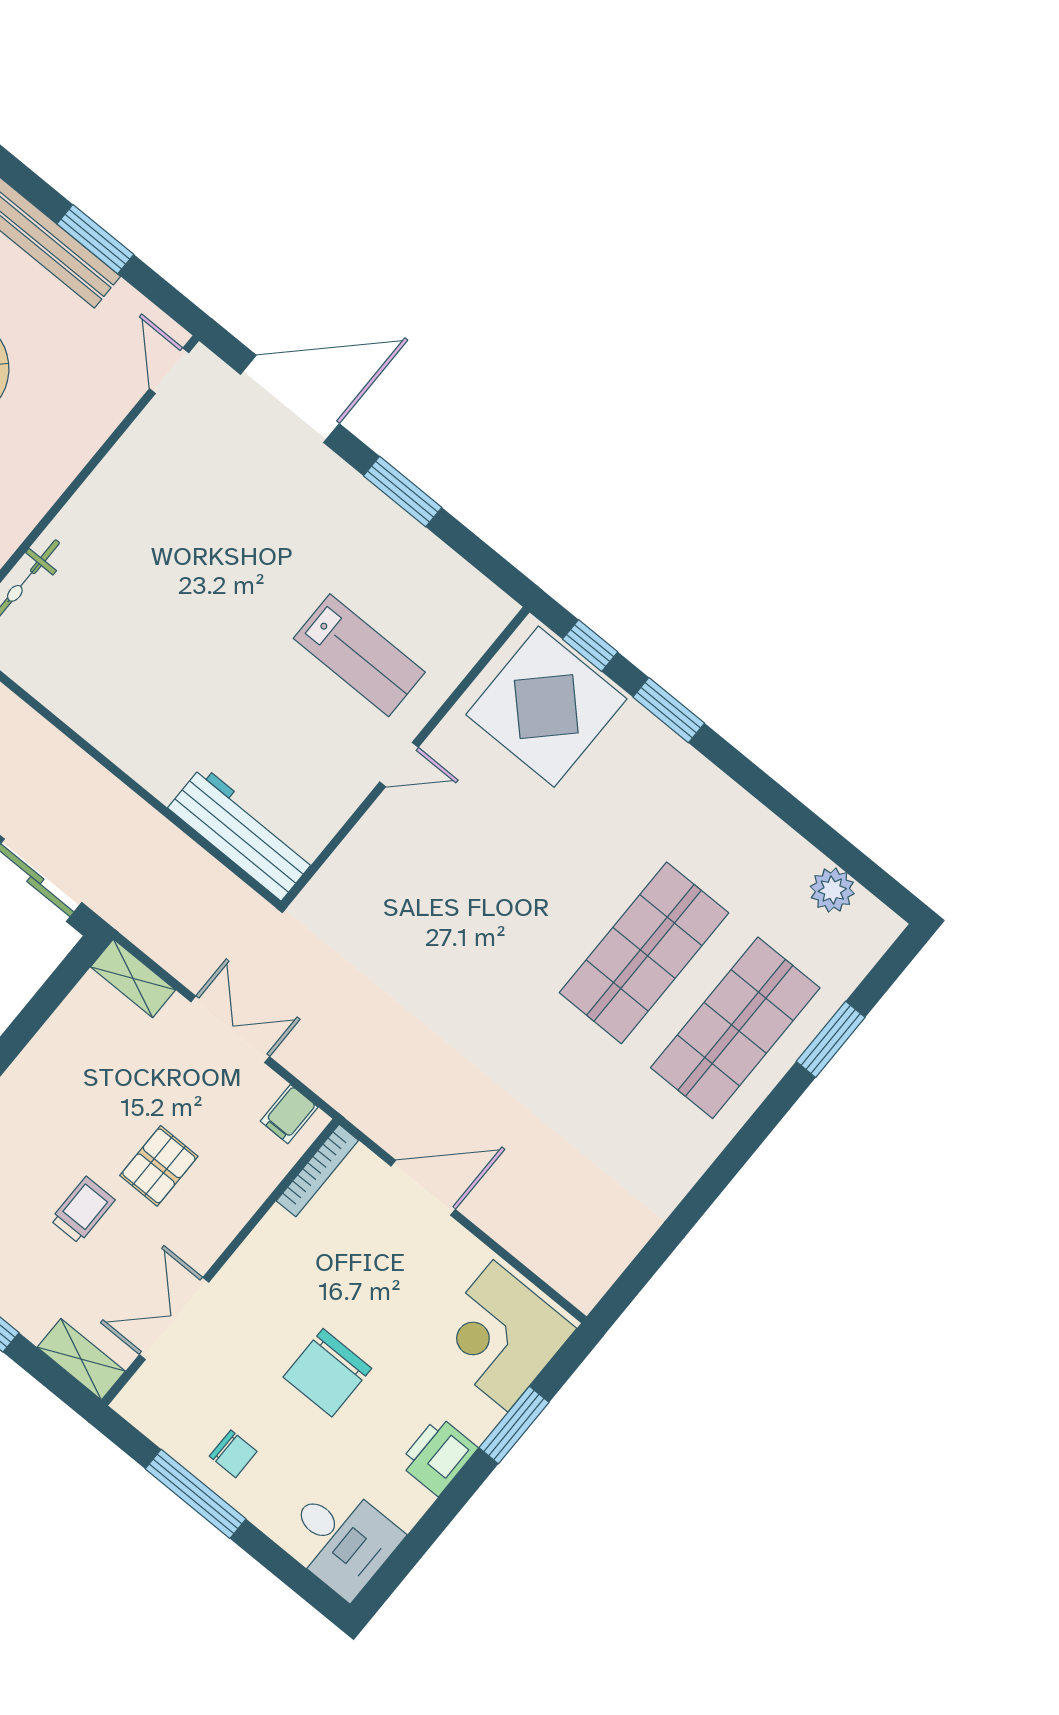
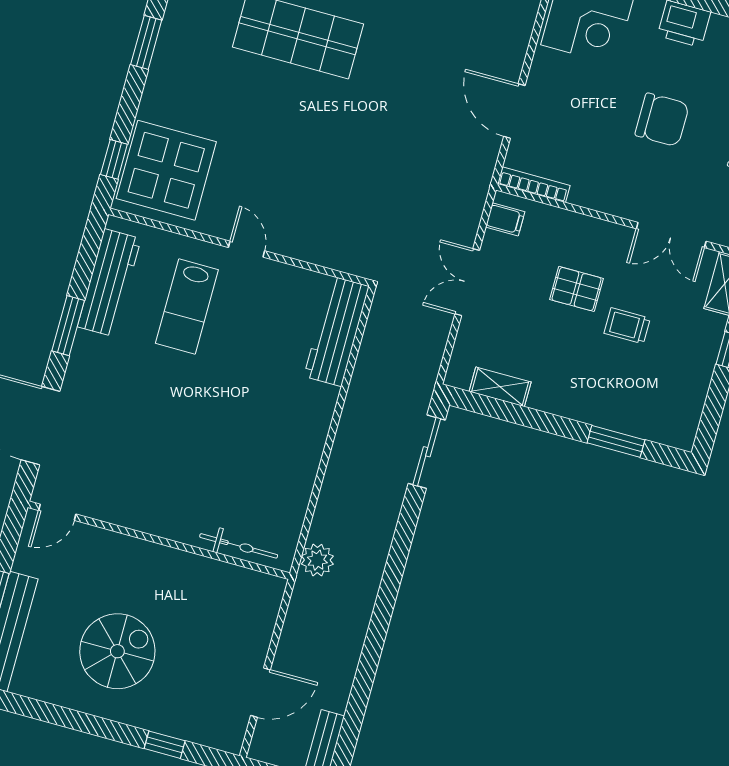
workbench: (434, 569) -> (109, 283), added
lab bench: (359, 655) -> (187, 307), turned 180
window: (669, 710) -> (146, 42), moved
shelving: (133, 978) -> (500, 387), moved, turned 90

